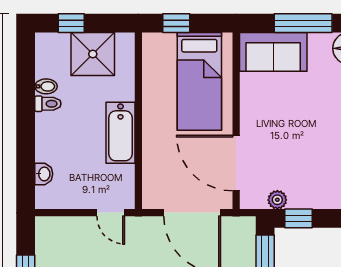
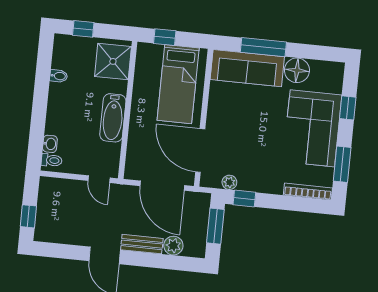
sofa: (273, 52) -> (247, 68), width x1.36
shower: (93, 54) -> (113, 61), moved
toilet: (48, 104) -> (52, 160), moved

